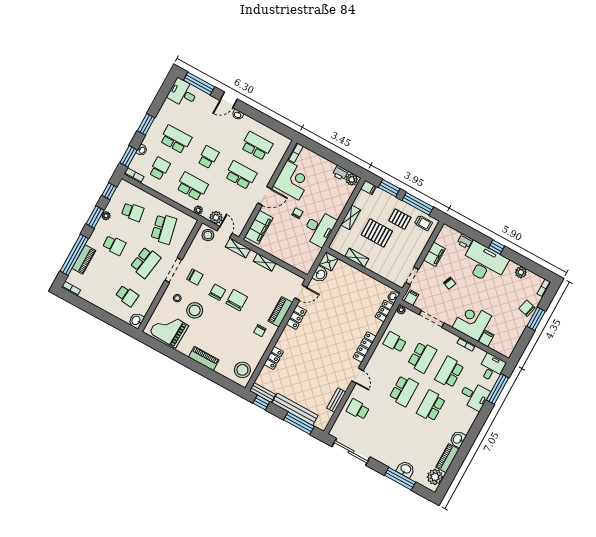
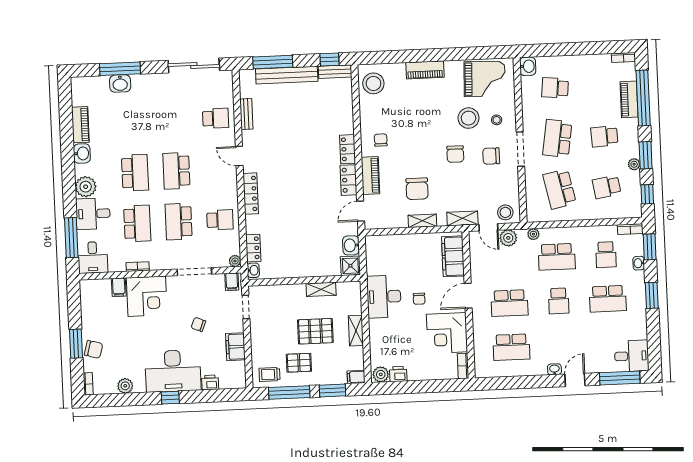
chair: (237, 300) -> (417, 189), moved
locker: (274, 358) -> (348, 149), moved
plant: (435, 477) -> (86, 187), moved

